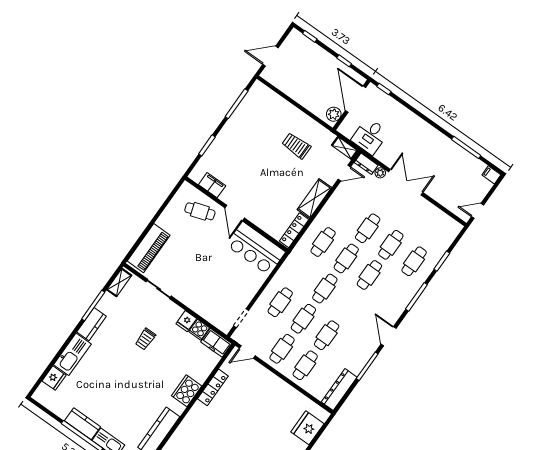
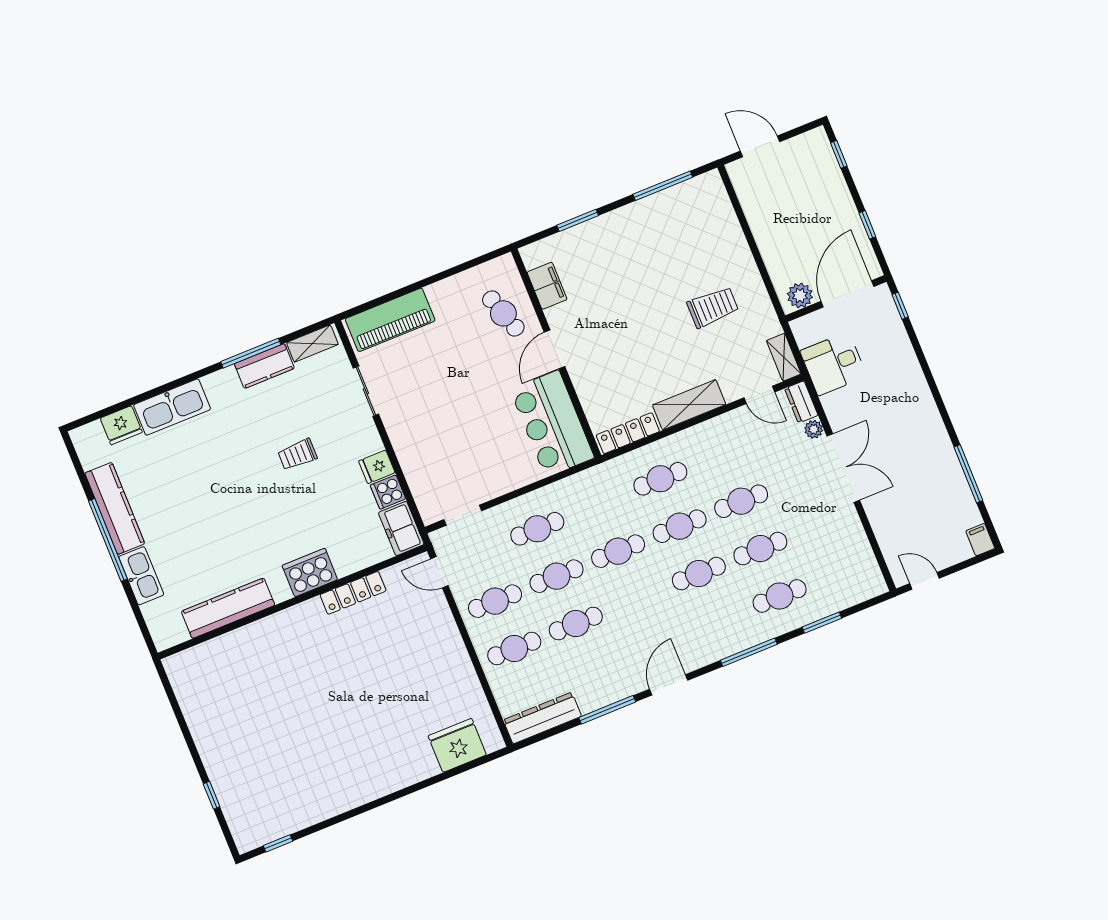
trolley: (296, 146) -> (713, 307), turned 90
kitchen counter: (92, 324) -> (264, 366), moved
kitchen counter: (82, 424) -> (115, 508), width x1.50

